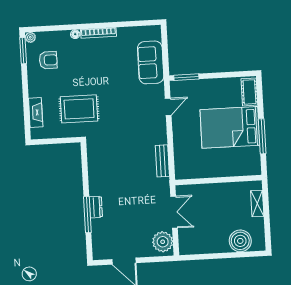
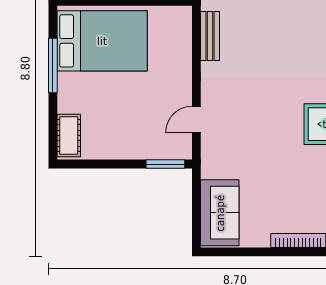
sofa: (151, 62) -> (220, 213), moved
bed: (230, 127) -> (102, 41), moved

